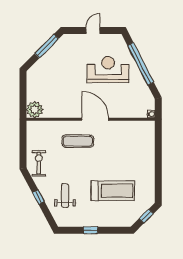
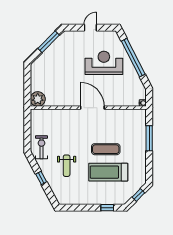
exercise mat: (78, 141) -> (106, 149), moved
window: (158, 153) -> (149, 138), added
treadmill: (113, 191) -> (108, 172), turned 180
weight bench: (65, 196) -> (67, 166), moved, turned 180
window: (91, 230) -> (107, 208), moved

